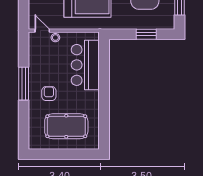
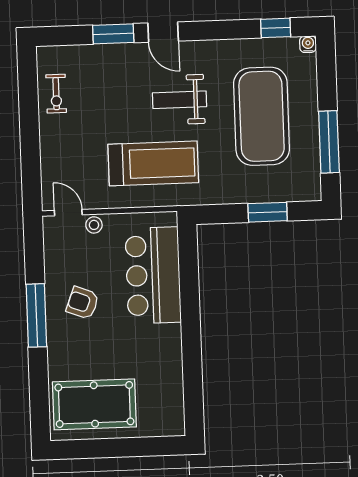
armchair: (49, 94) -> (83, 303), moved, turned -69
pool table: (66, 126) -> (94, 404), moved

